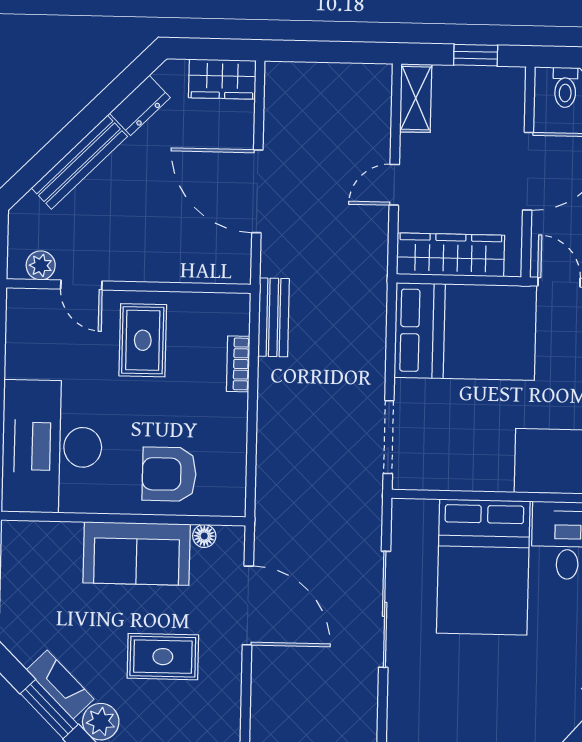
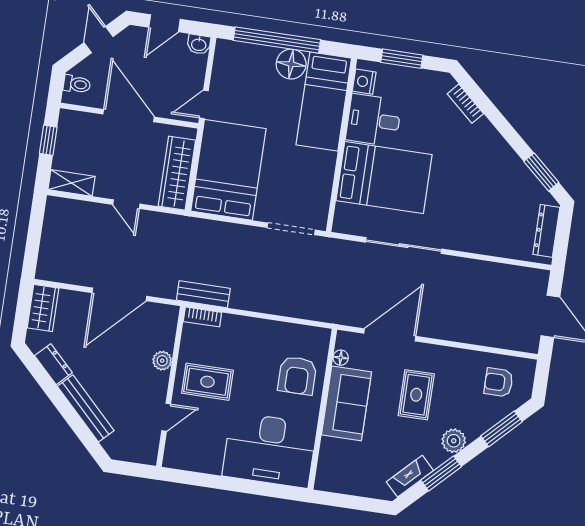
plant: (41, 265) -> (162, 361), moved
bookcase: (238, 364) -> (202, 317), moved
fireplace: (60, 684) -> (410, 476), moved

